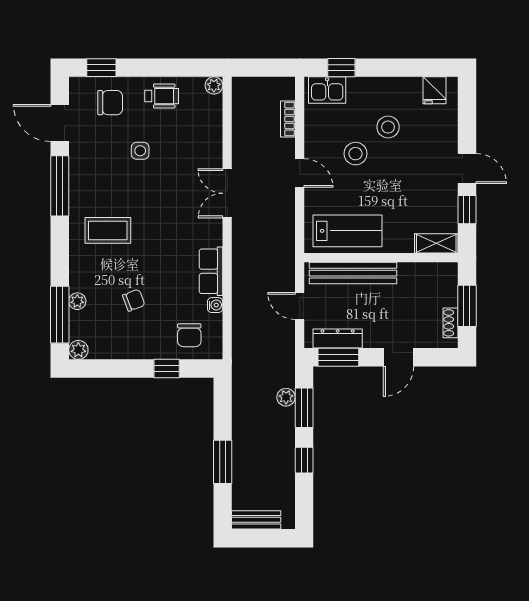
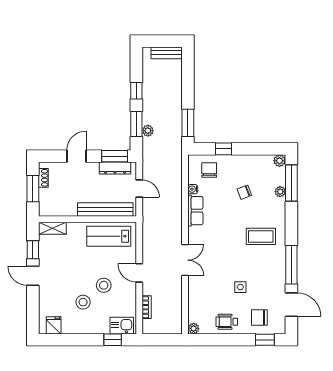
window: (223, 462) -> (188, 123), moved

